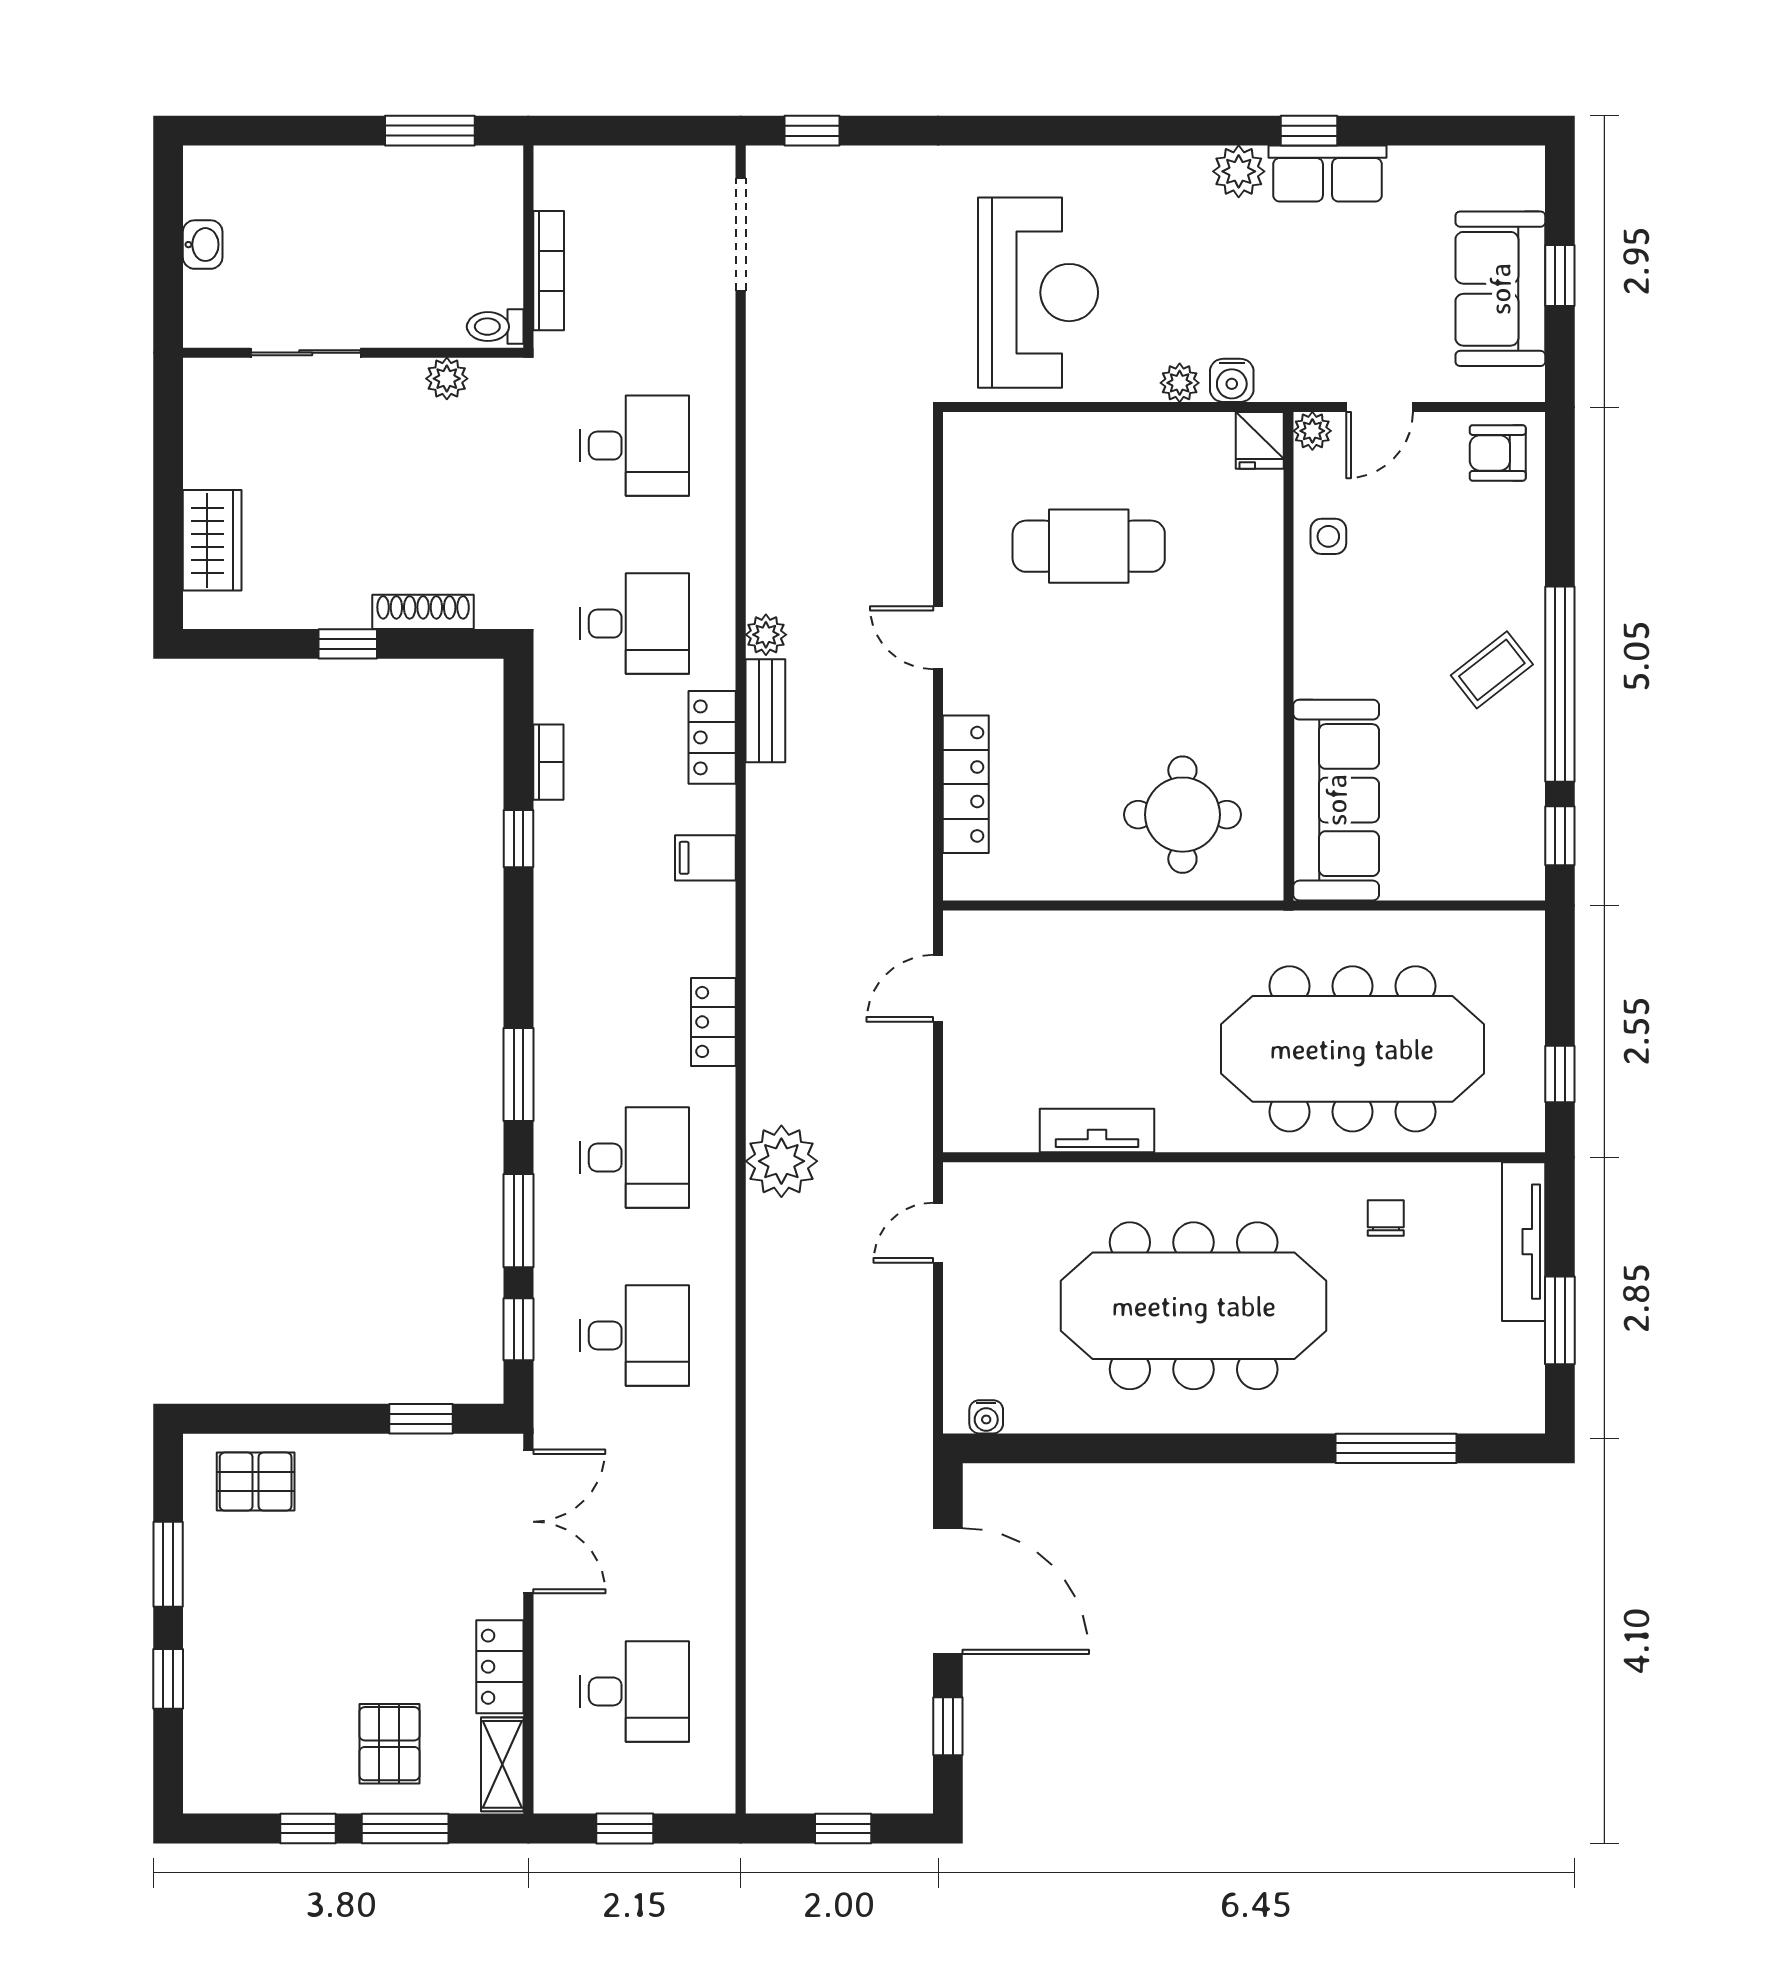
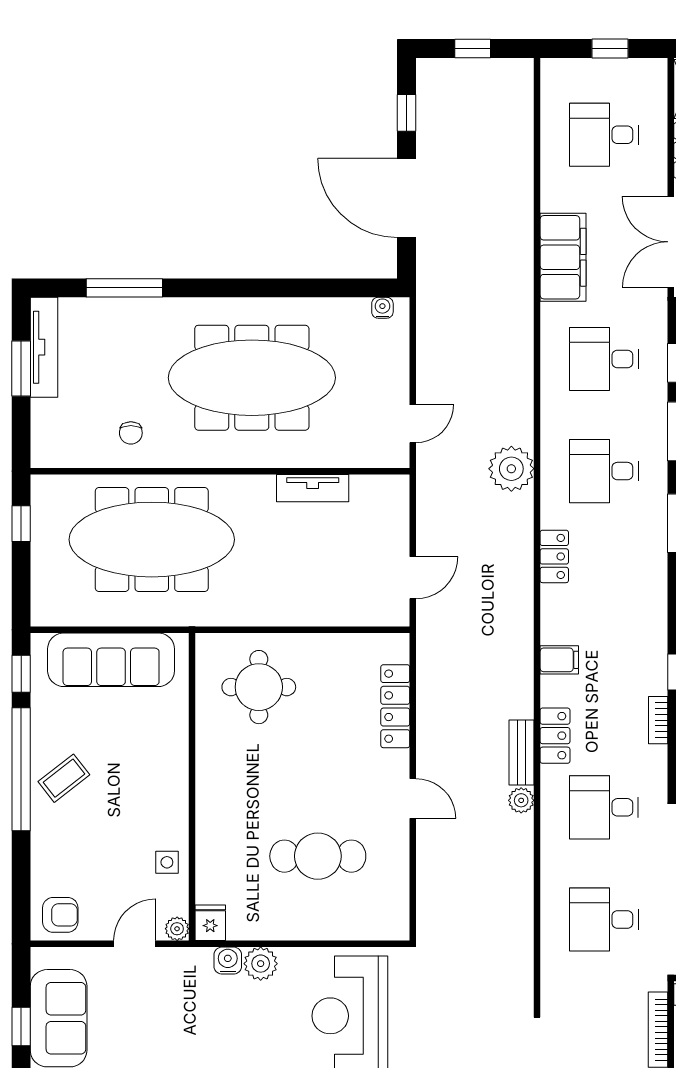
plant: (1180, 383) -> (261, 964), width x1.38, depth x1.38
sofa: (1336, 800) -> (111, 660), moved, turned -90
tv unit: (1524, 1242) -> (44, 347), moved
filing cabinet: (699, 1497) -> (563, 257), added

